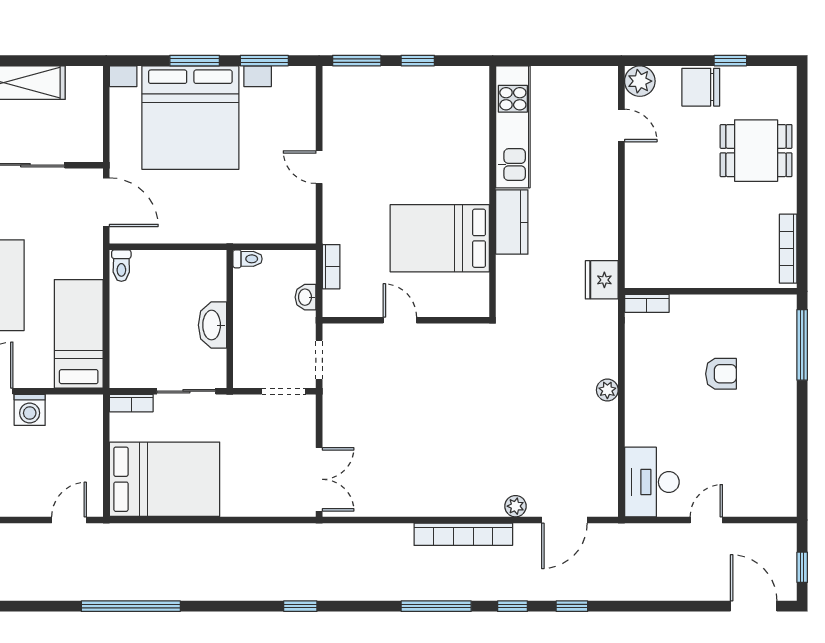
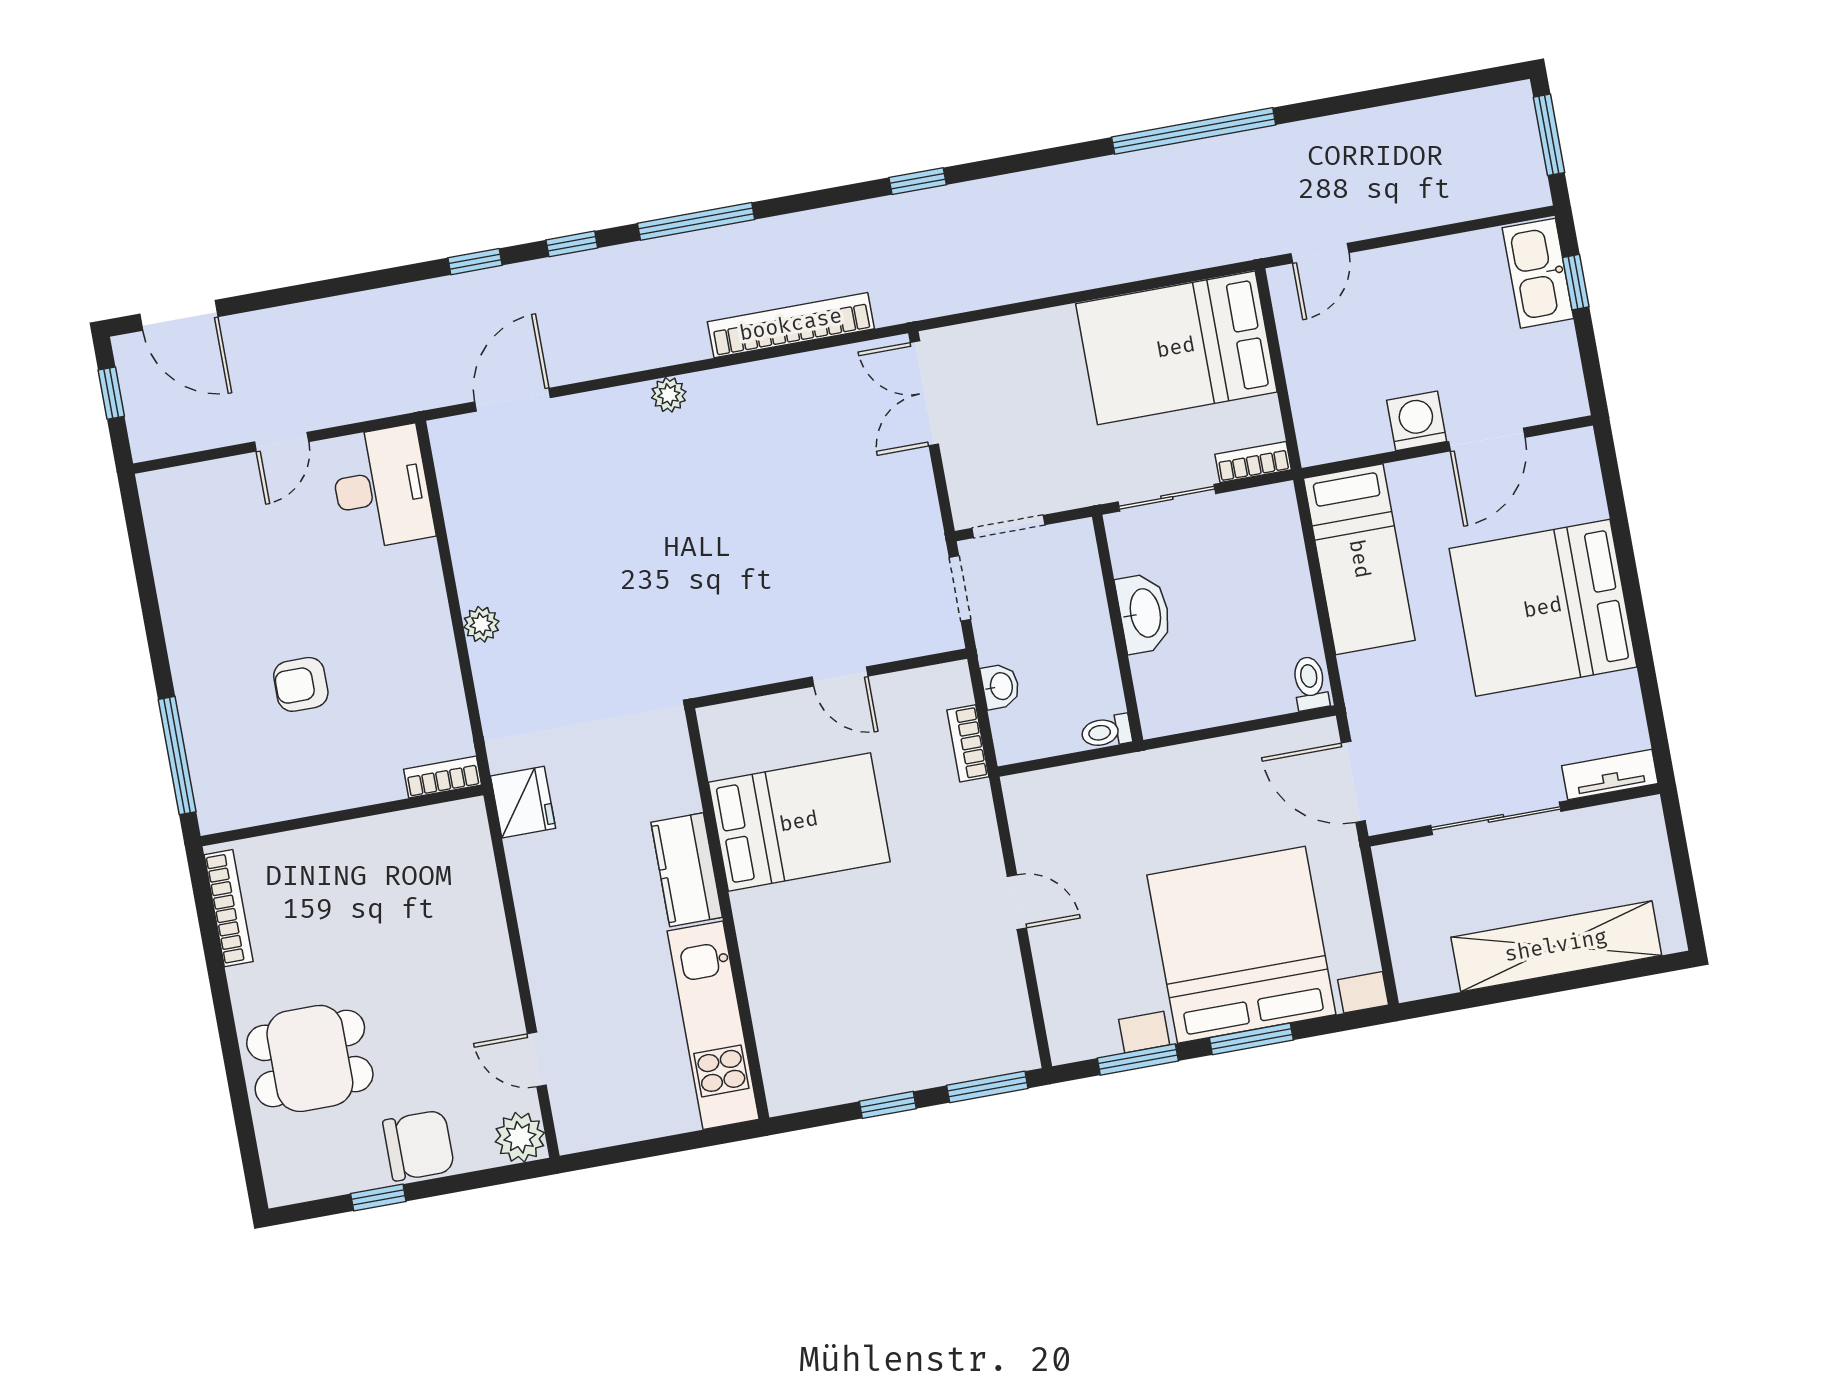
plant: (515, 506) -> (669, 395), moved
bookcase: (463, 534) -> (791, 325), moved

